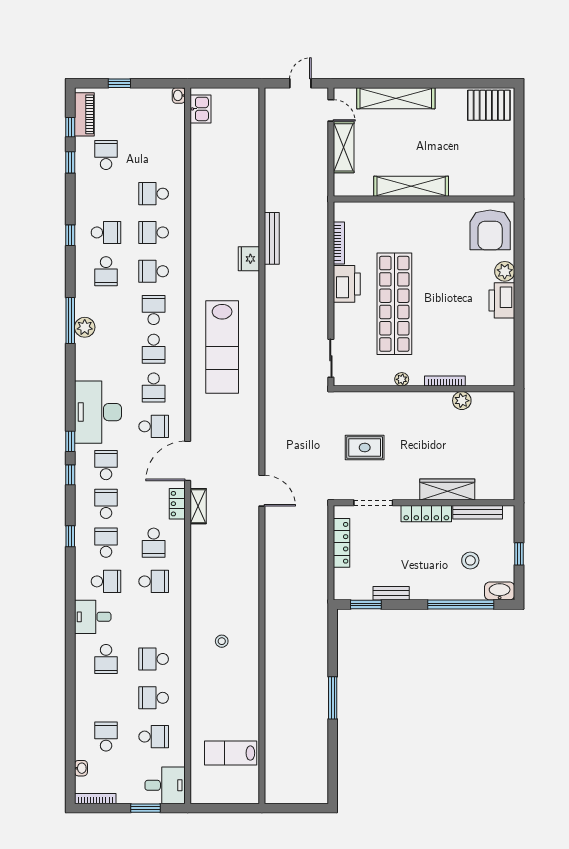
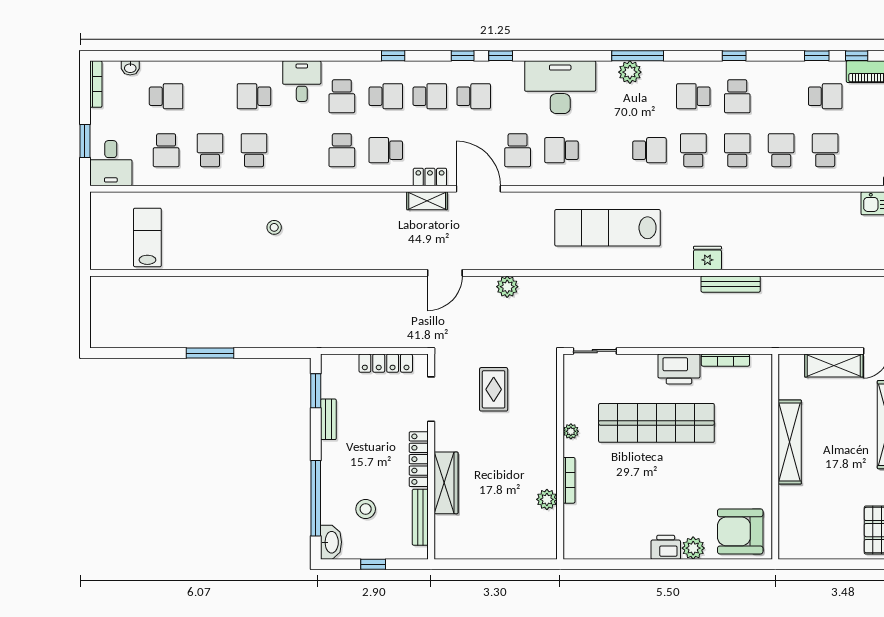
printer: (502, 300) -> (666, 547), width x0.73, depth x0.84
school desk: (154, 349) -> (825, 150), moved, turned 90
desk: (98, 412) -> (560, 87), moved
plant: (274, 435) -> (507, 287), added

